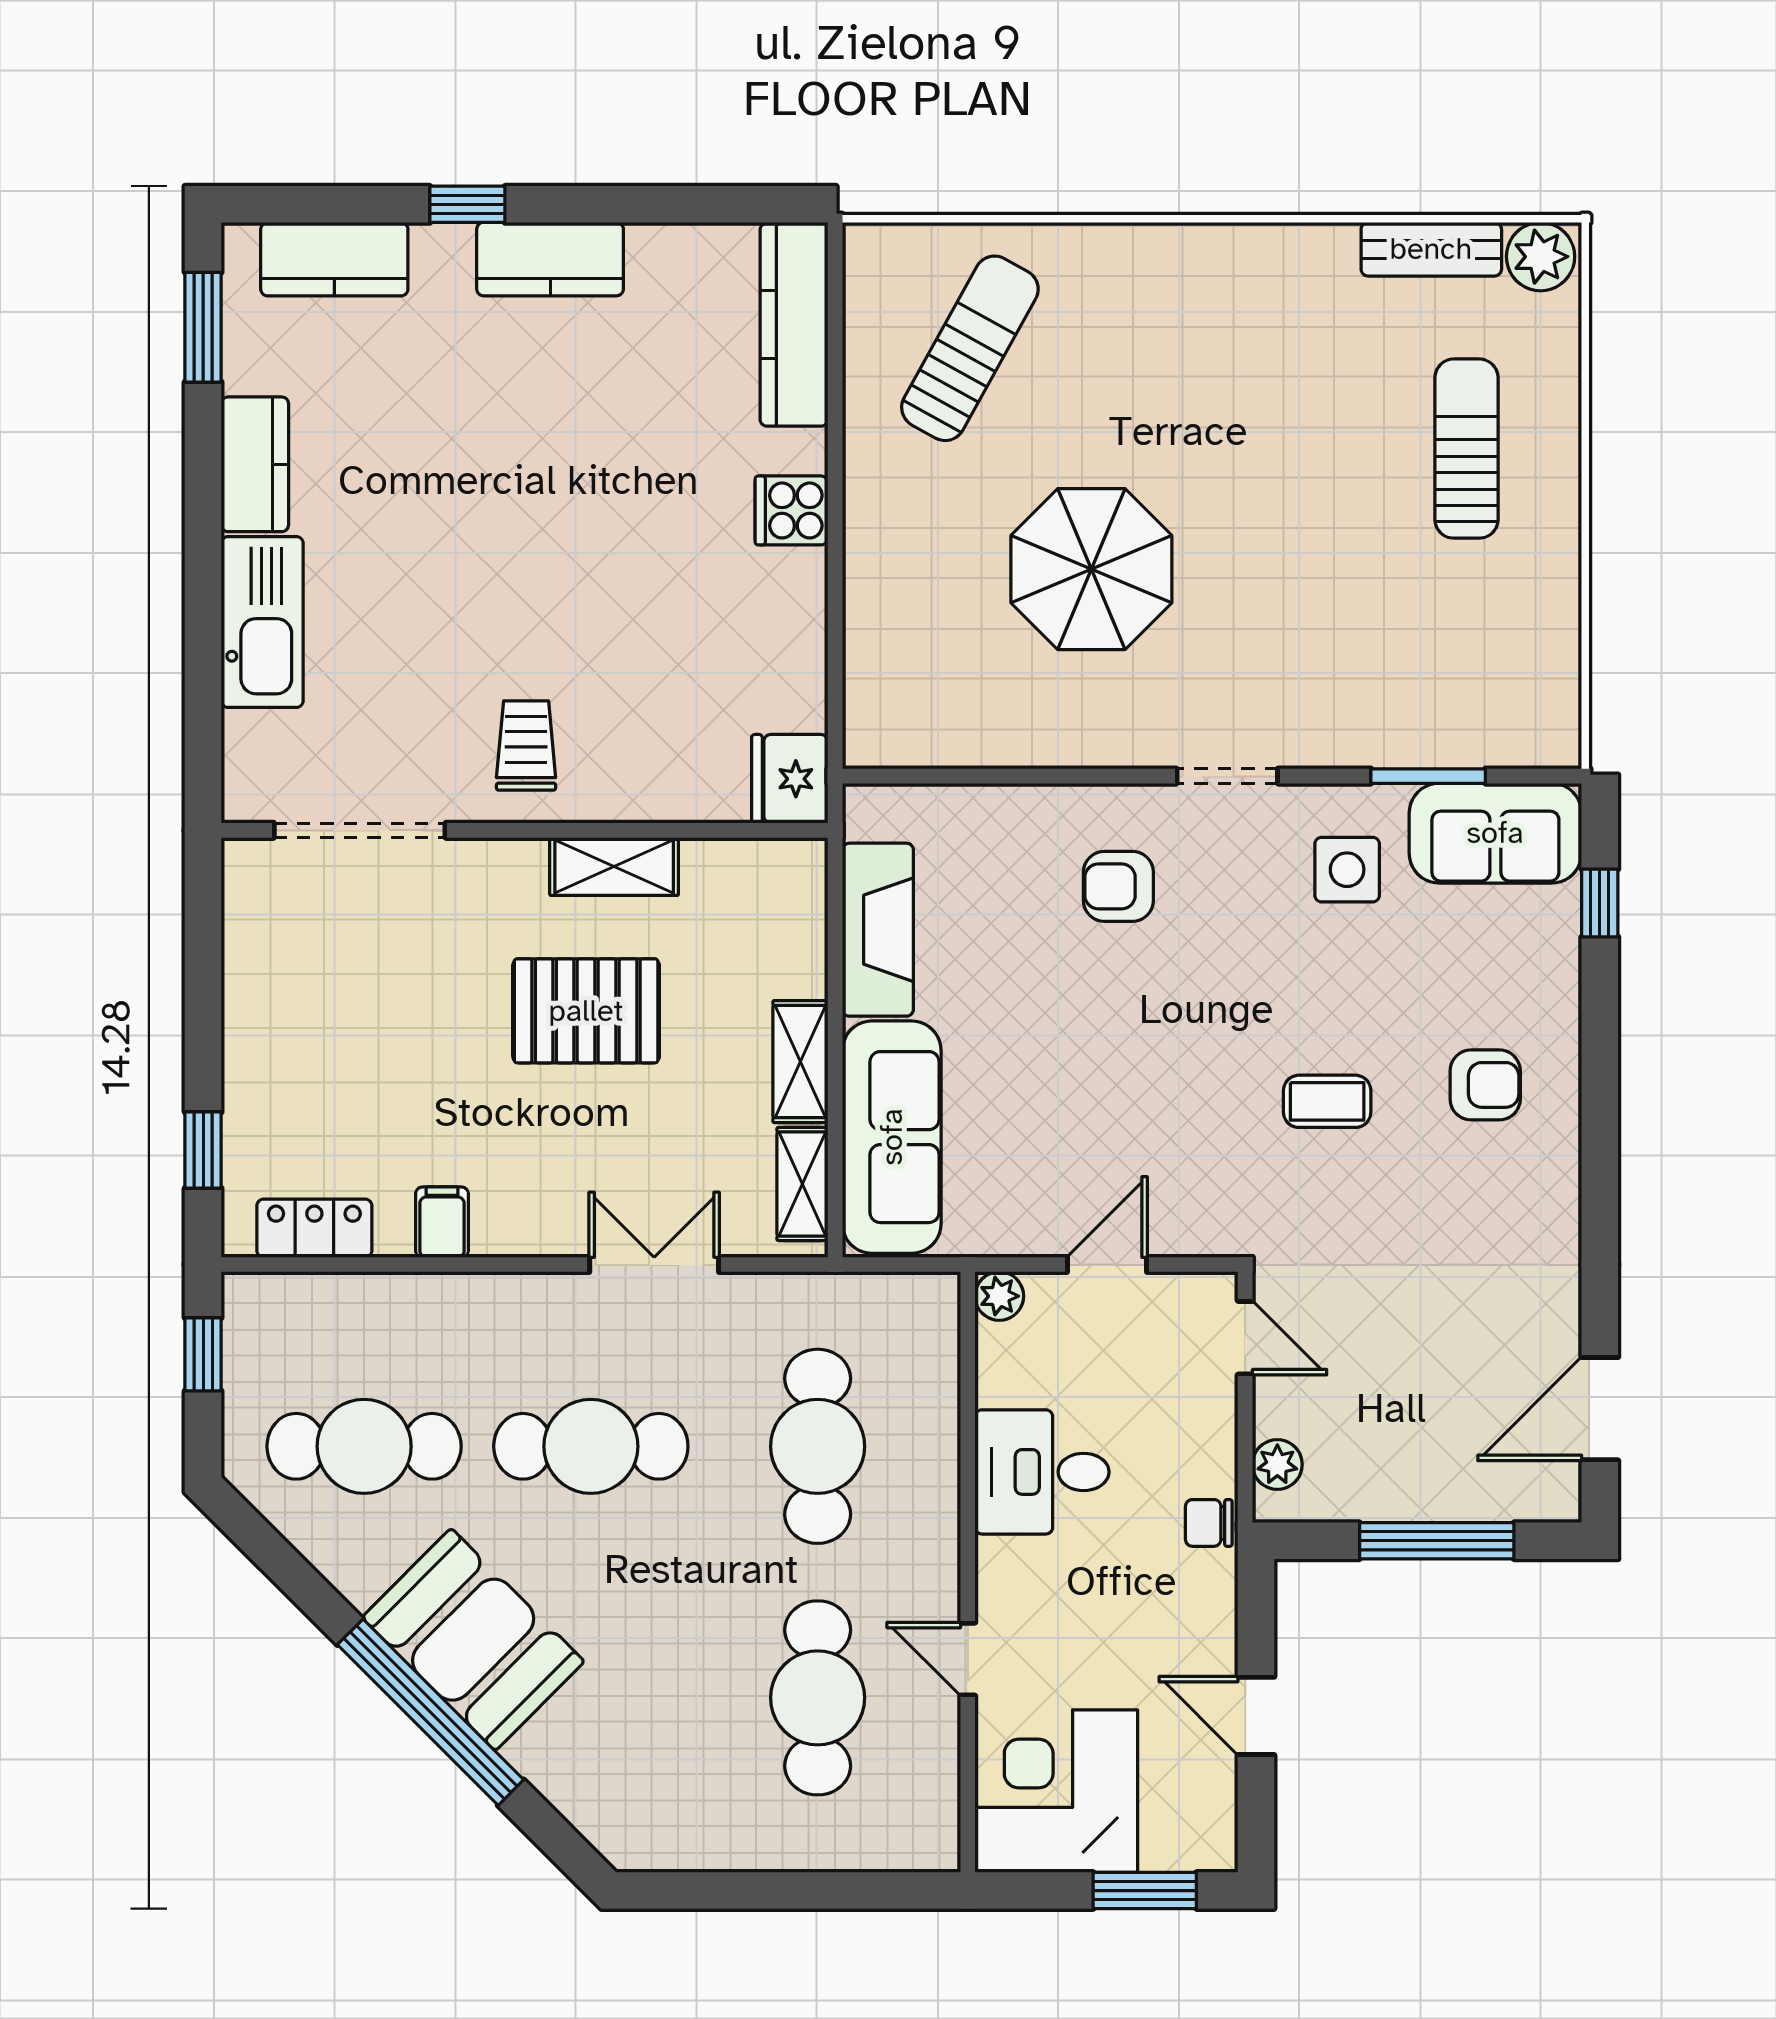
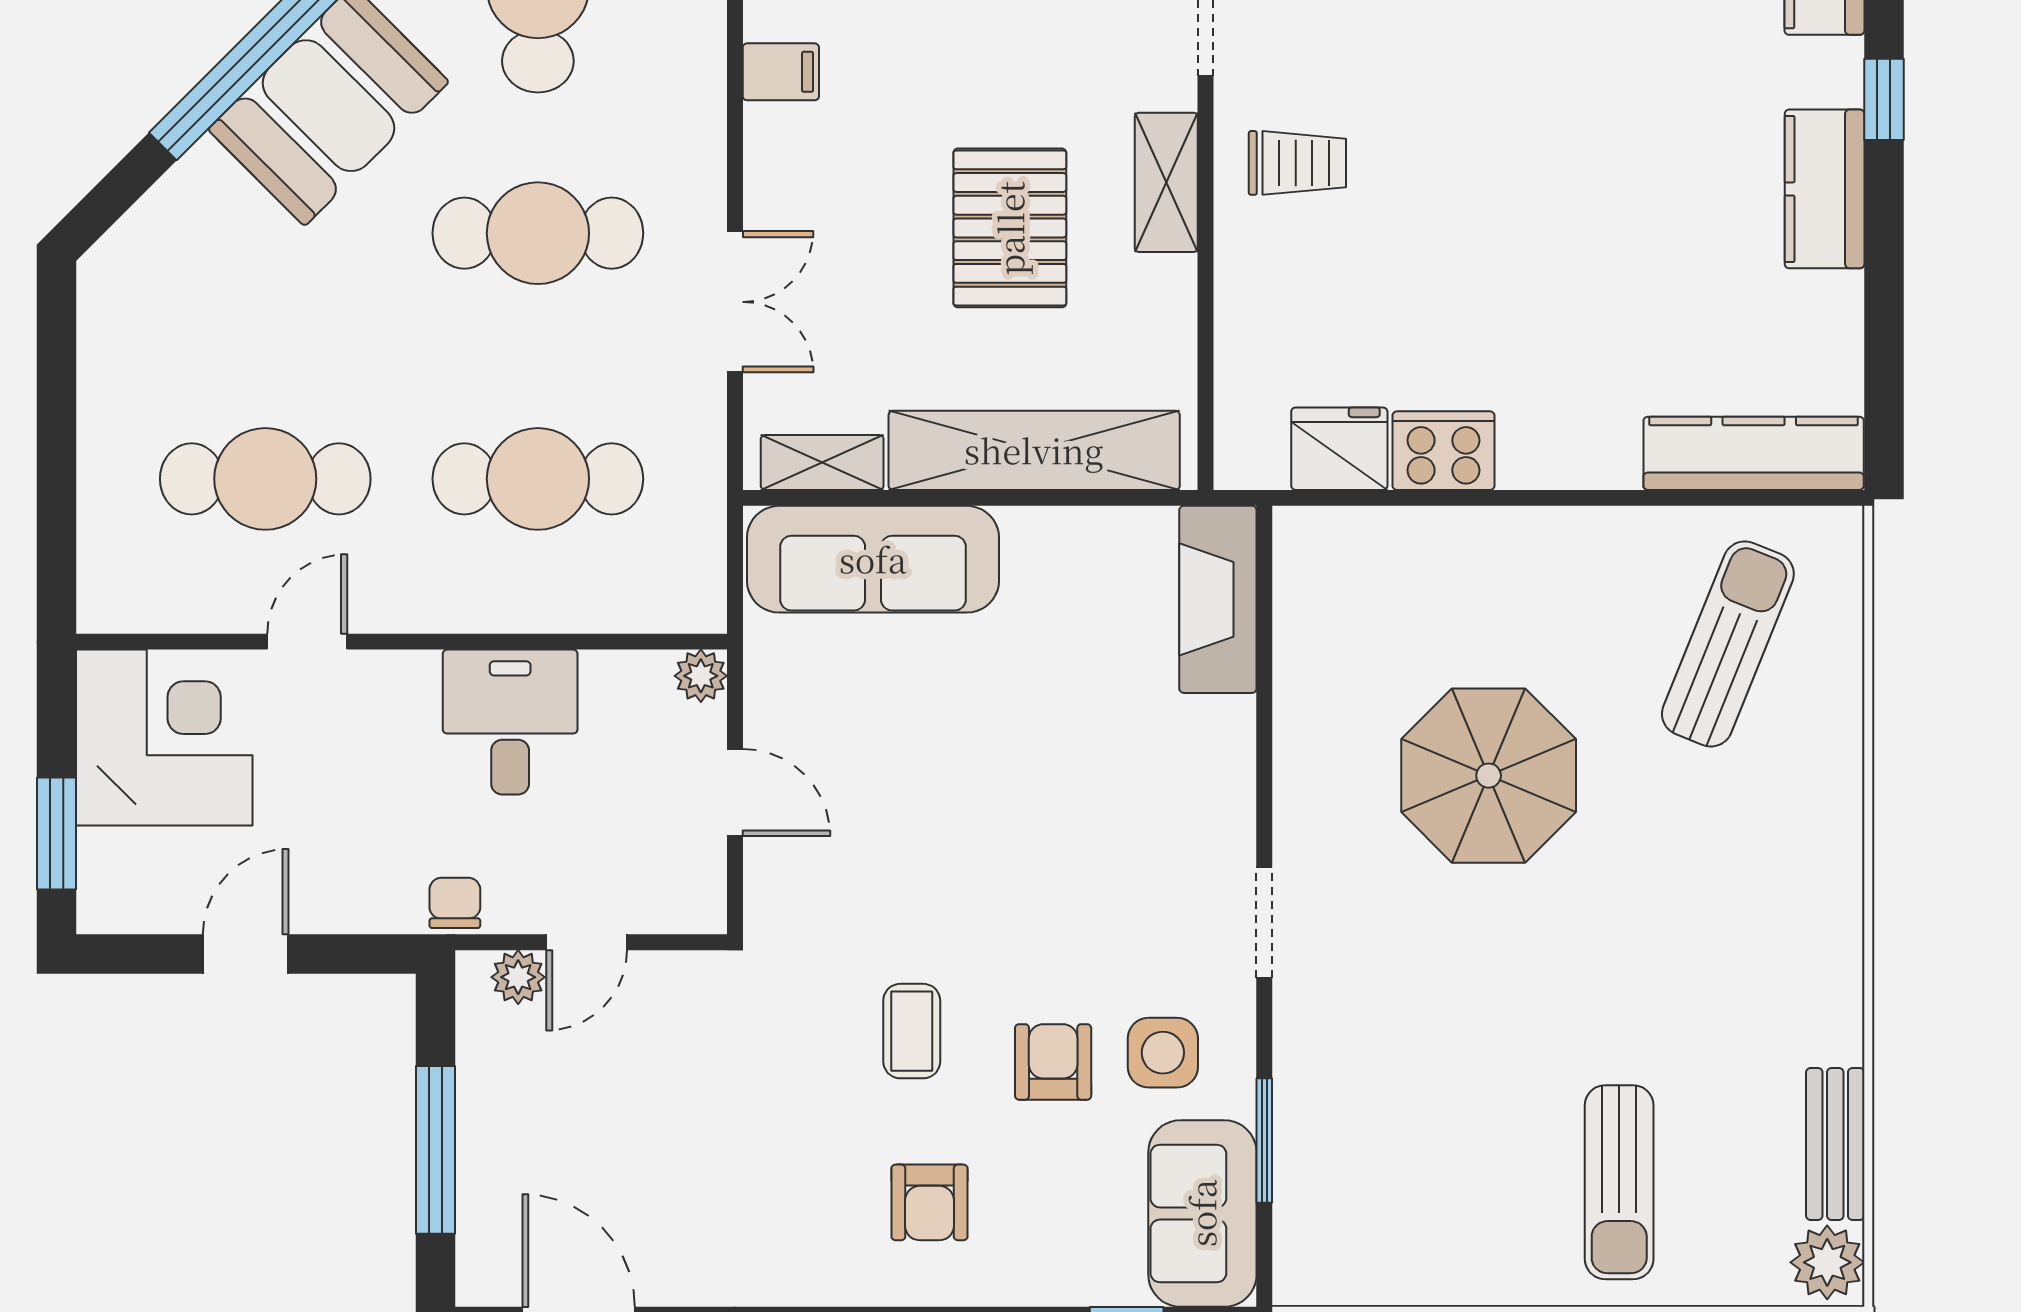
sun lounger: (970, 348) -> (1728, 644), turned -97
sun lounger: (1466, 449) -> (1619, 1182), turned 90
cooker: (791, 510) -> (1443, 451), moved, width x1.36
fridge: (790, 779) -> (1339, 449), moved
shelving: (614, 867) -> (1166, 182), moved
armchair: (1118, 886) -> (1053, 1062), moved
fireplace: (878, 930) -> (1218, 599), moved, turned 90
shelving: (800, 1062) -> (1034, 450), width x2.20, depth x1.33
door: (1245, 1338) -> (587, 942), moved
cafe table: (591, 1446) -> (538, 233), turned 90

